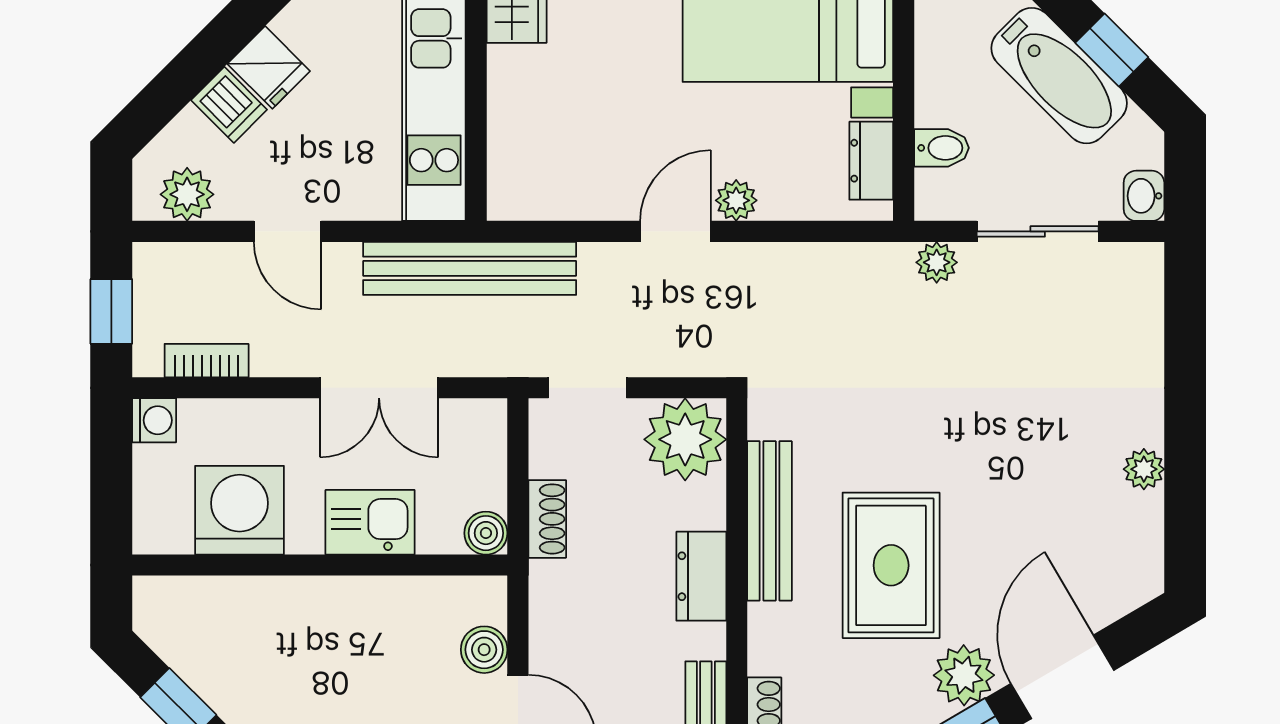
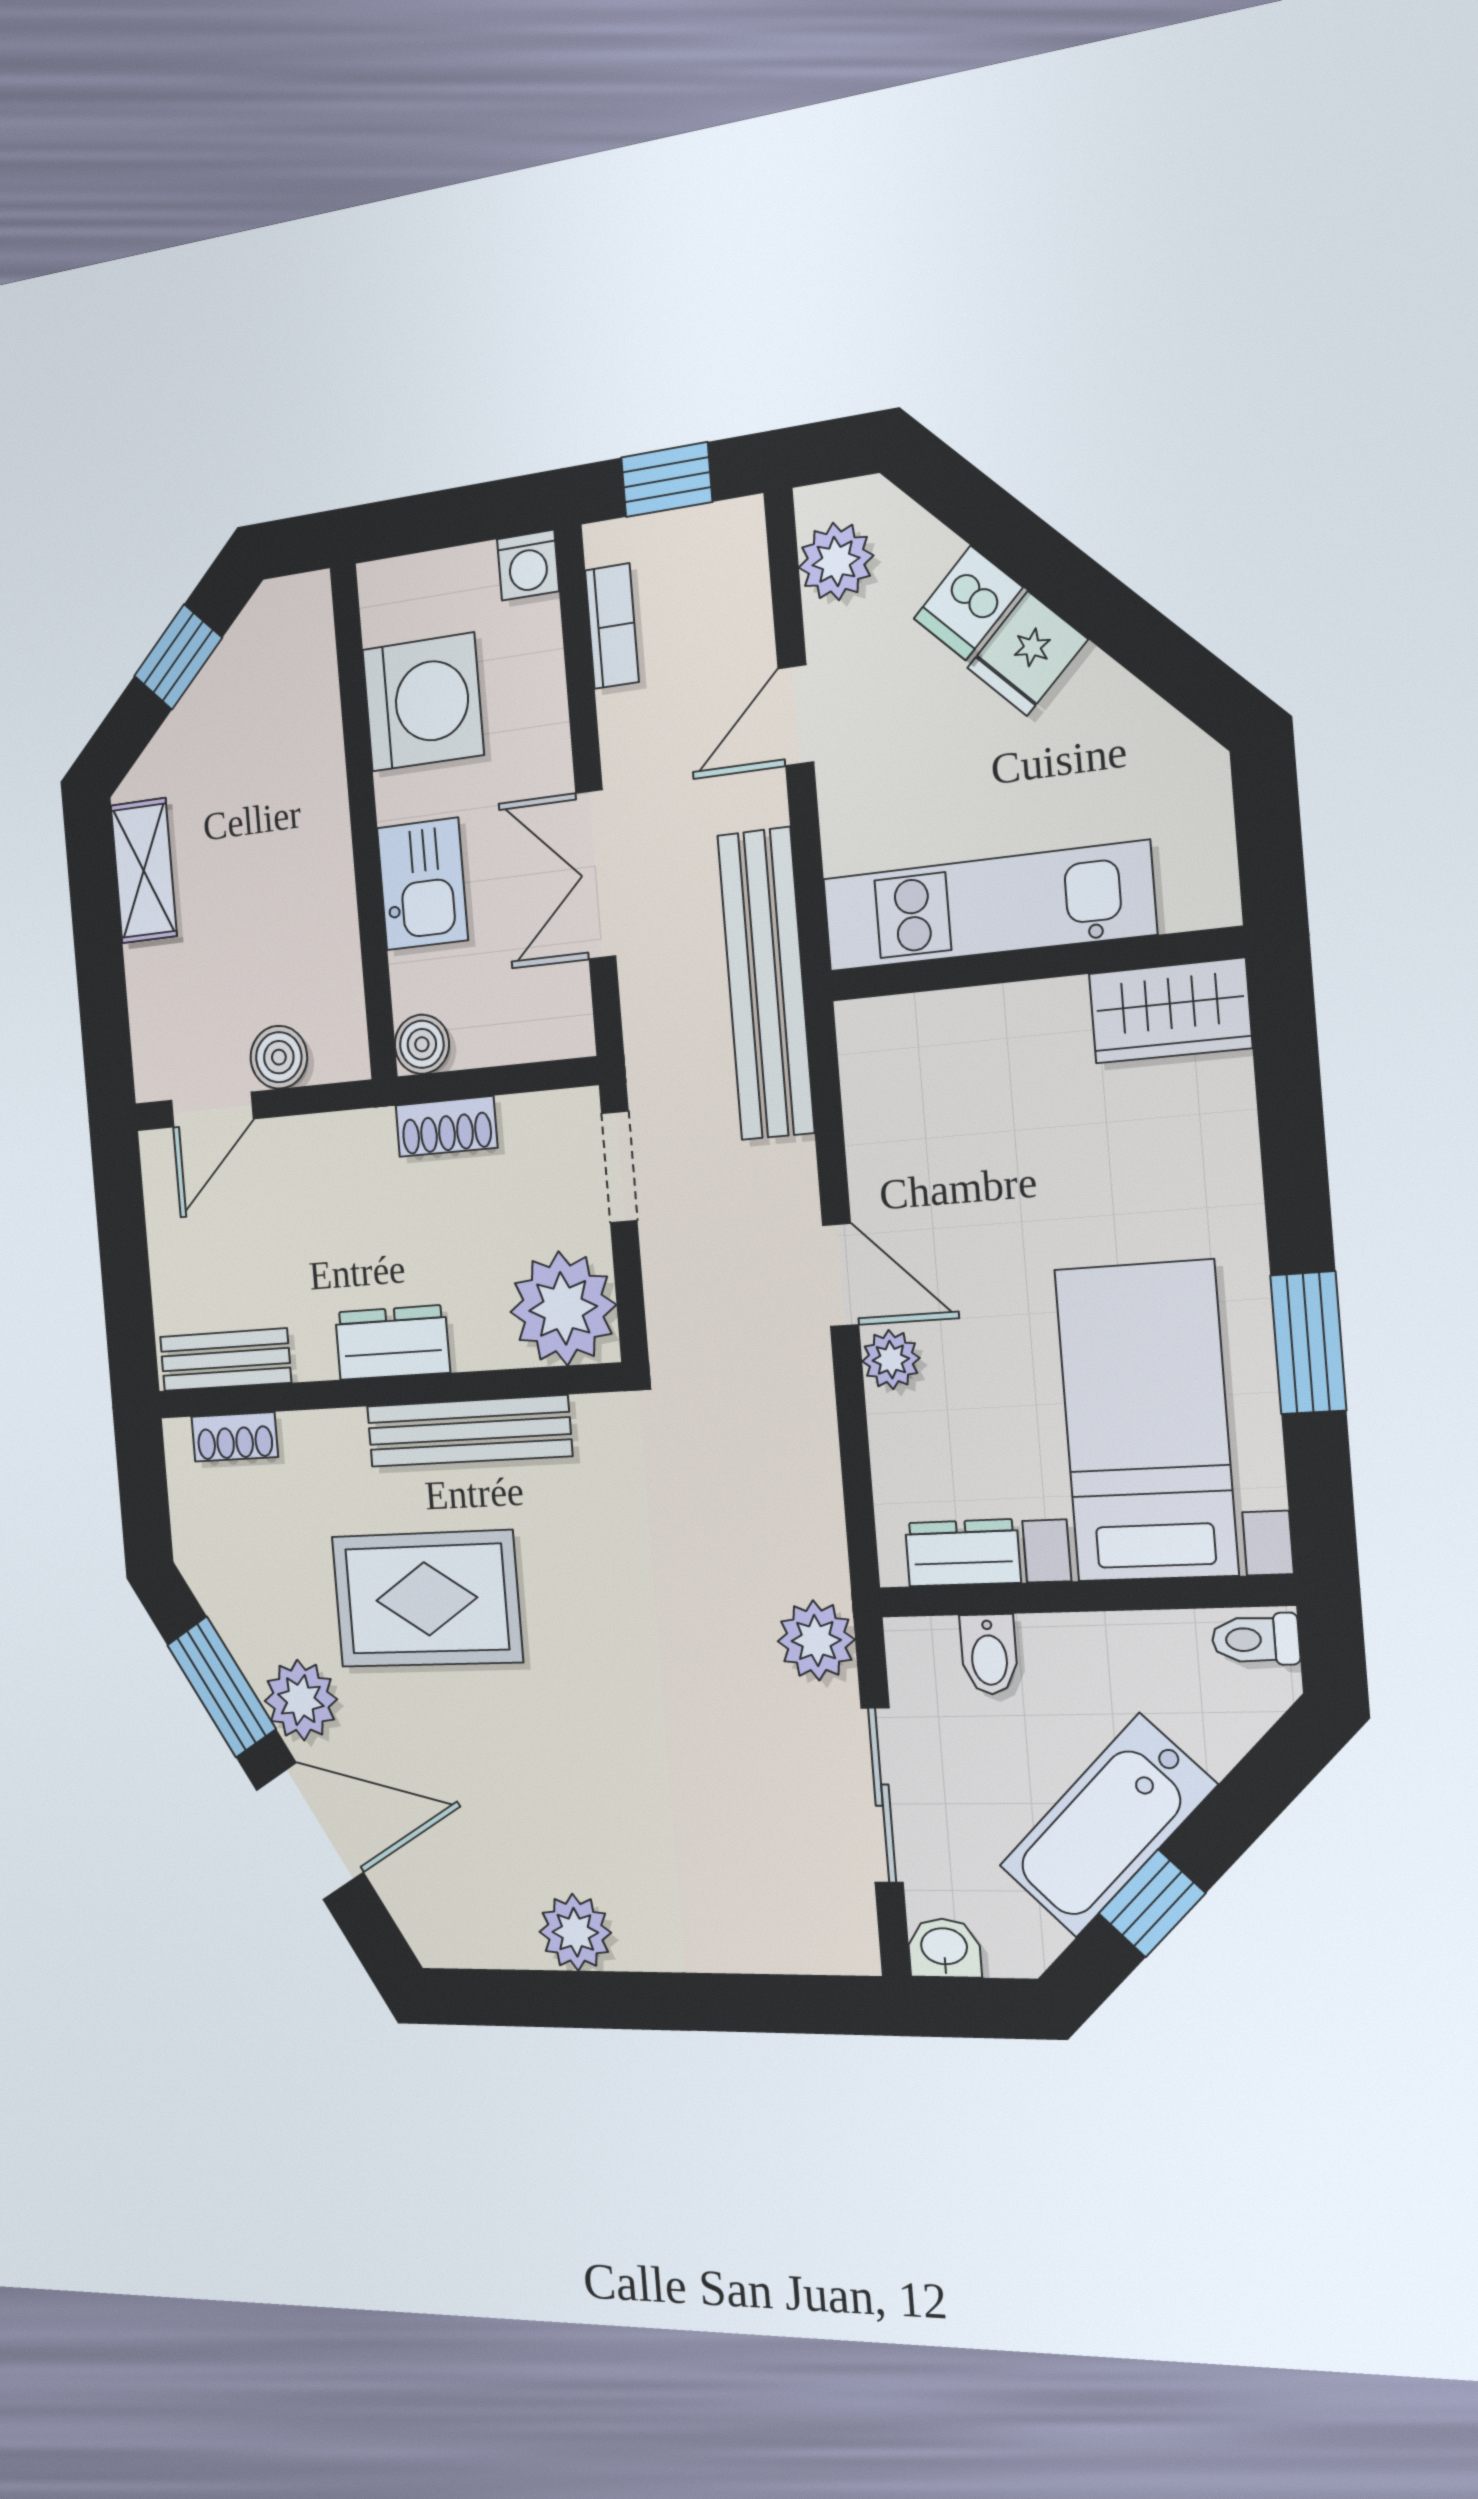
plant: (937, 262) -> (816, 1640), width x1.38, depth x1.38
plant: (1144, 469) -> (575, 1932), width x1.38, depth x1.38

